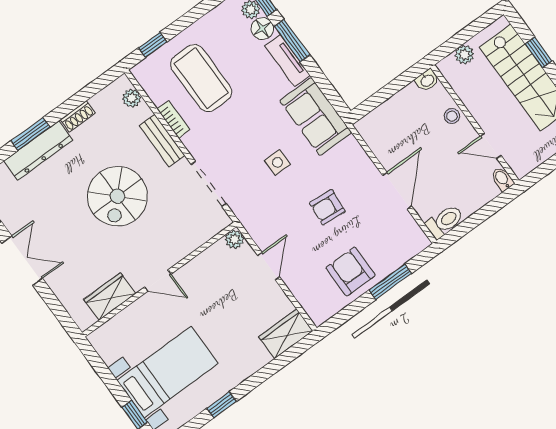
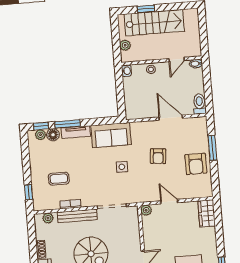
coffee table: (201, 78) -> (59, 179), width x0.54, depth x0.58
bench: (162, 141) -> (77, 216), width x1.36
armchair: (351, 272) -> (196, 164), turned -90

